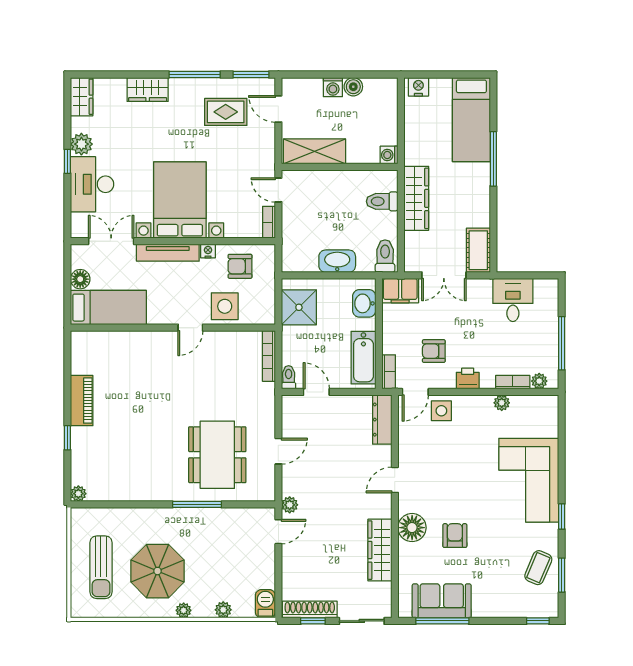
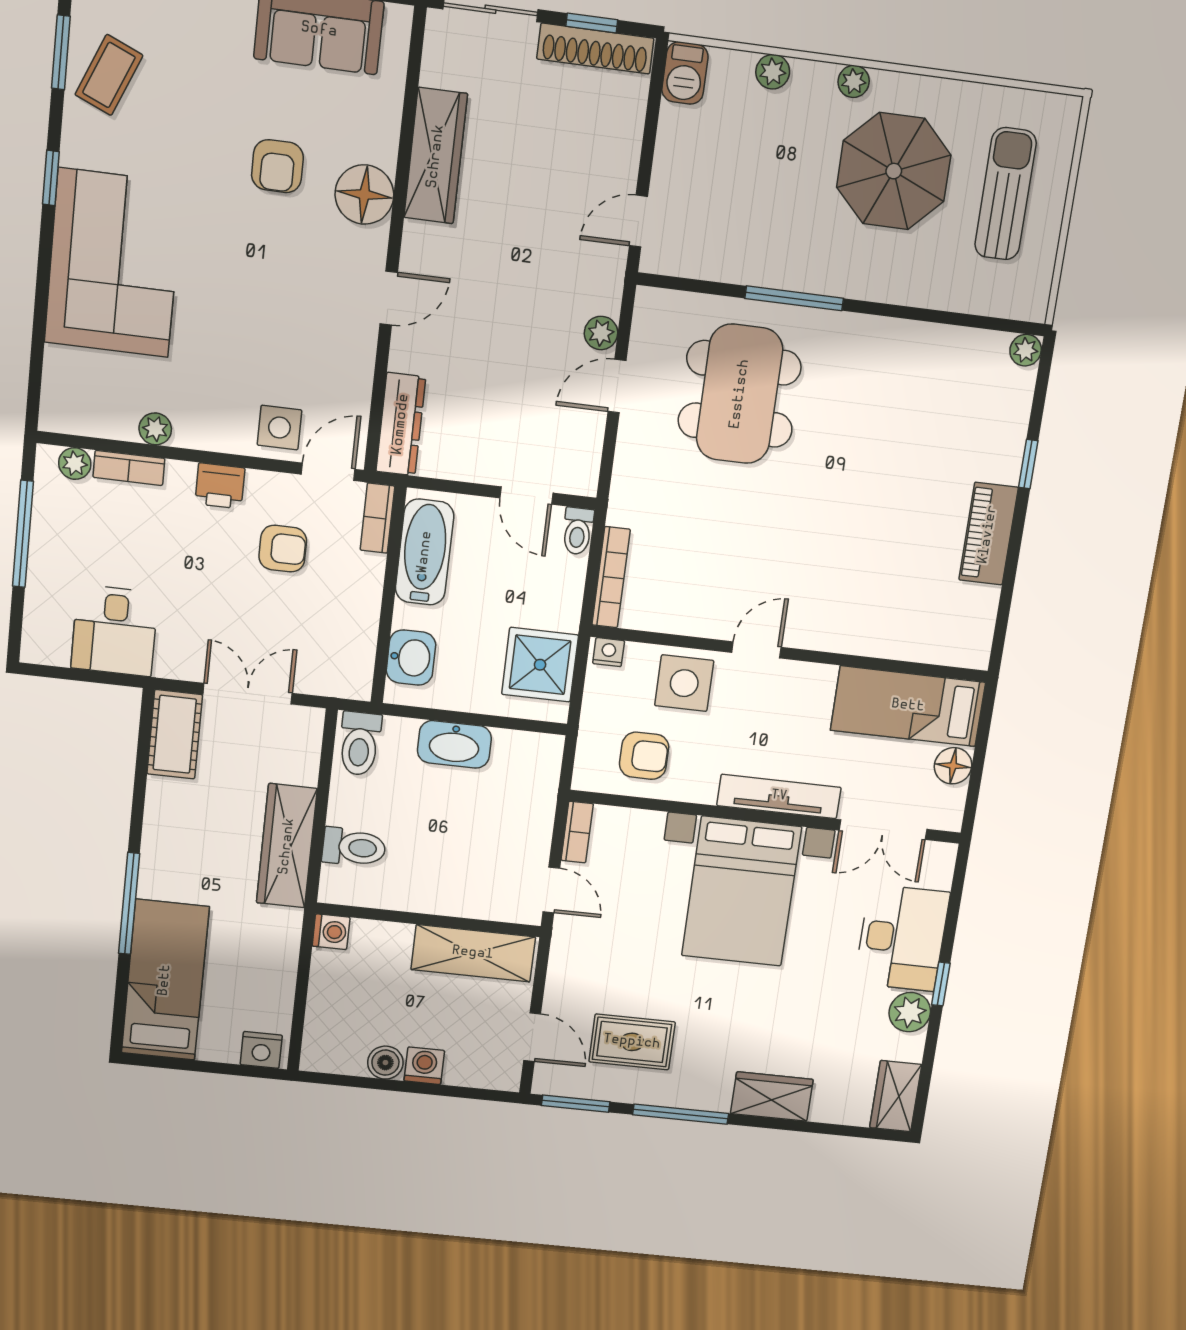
nightstand: (208, 251) -> (609, 652), moved, turned 180
filing cabinet: (400, 291) -> (337, 674), removed
plant: (290, 505) -> (601, 333), moved

